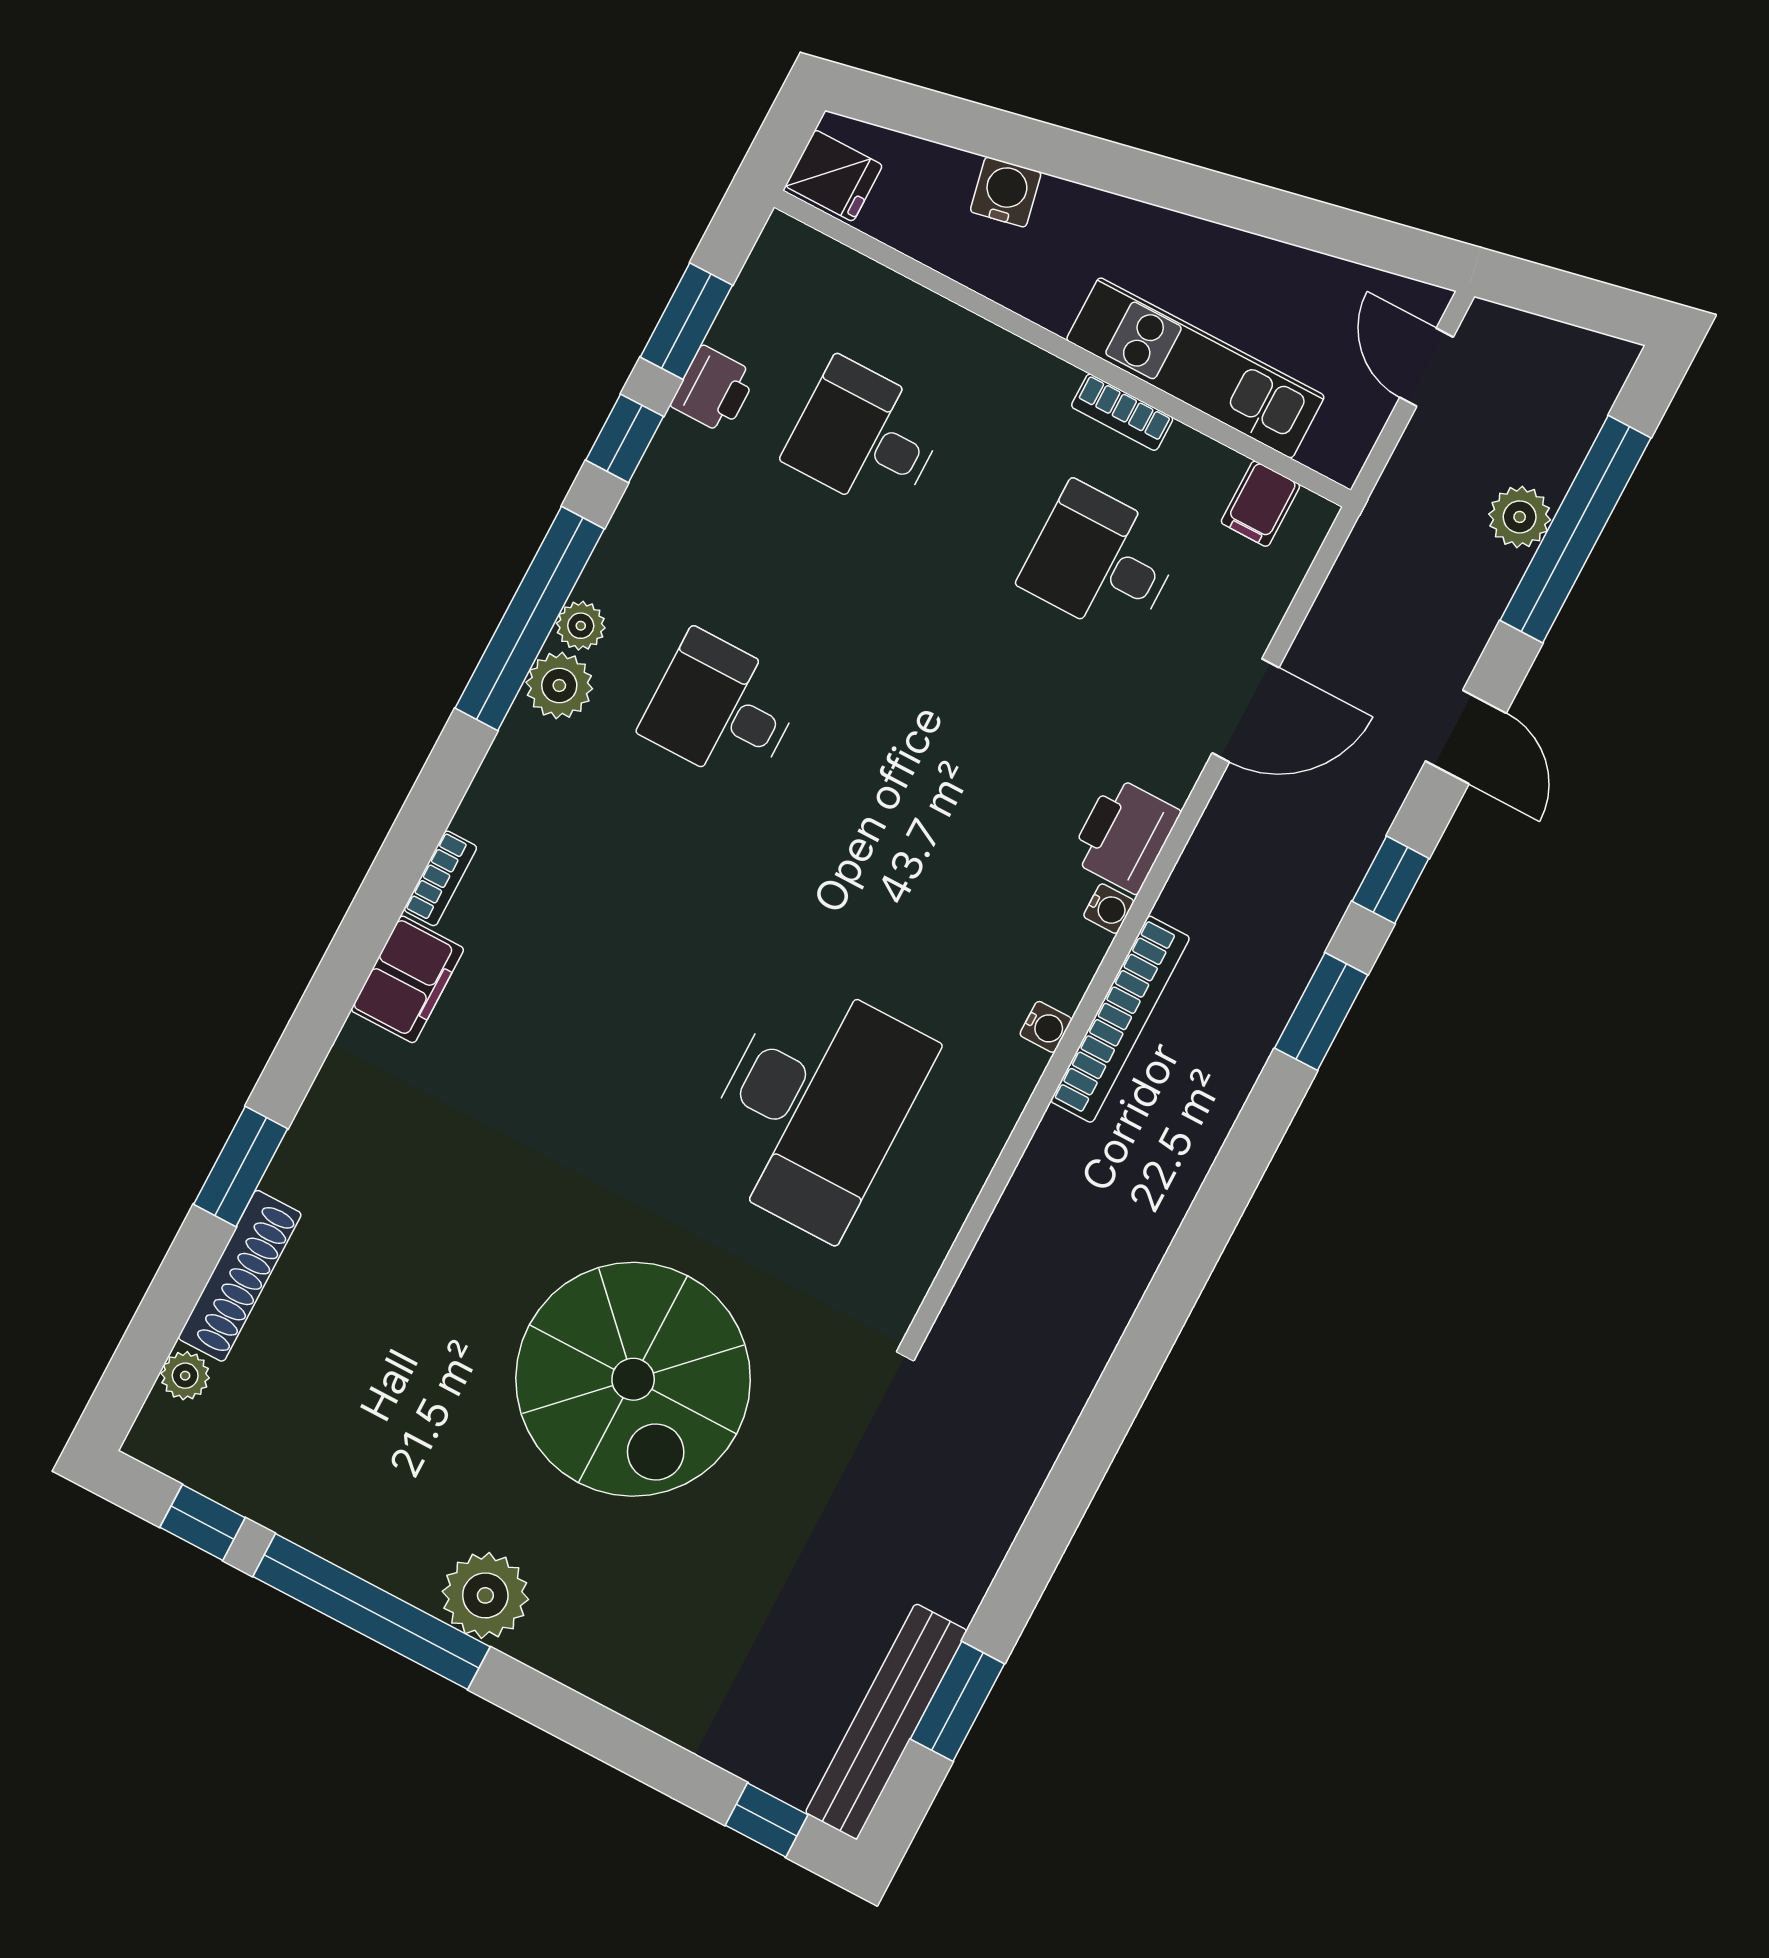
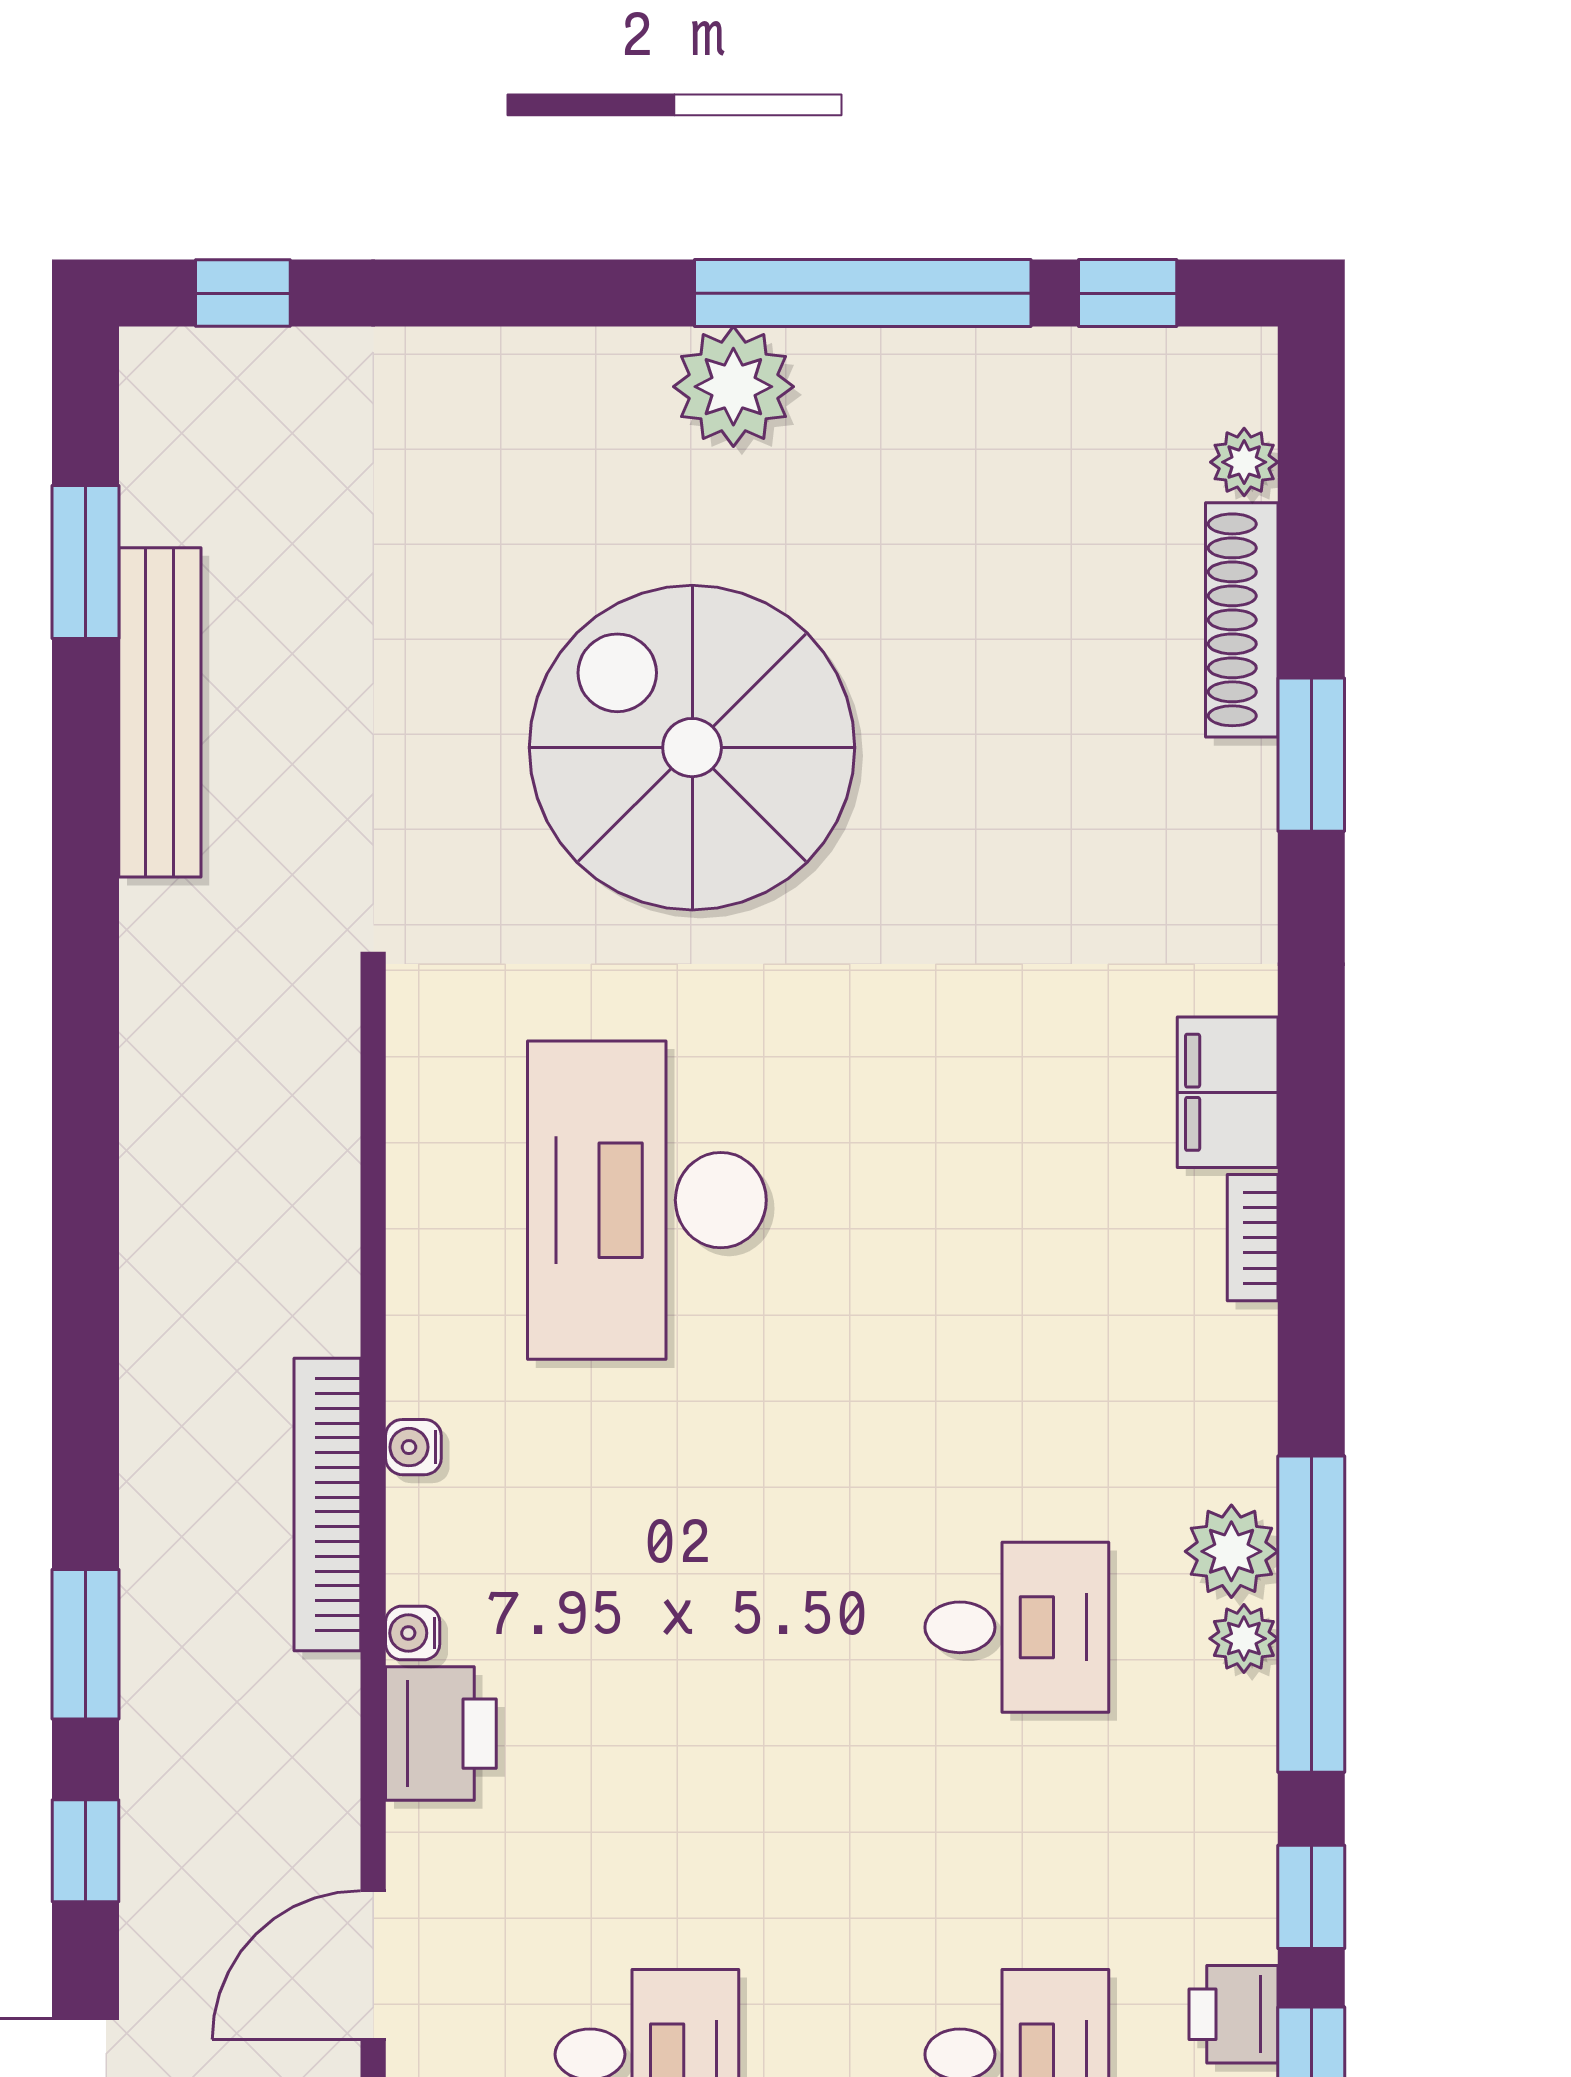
bench: (886, 1722) -> (160, 712), moved

